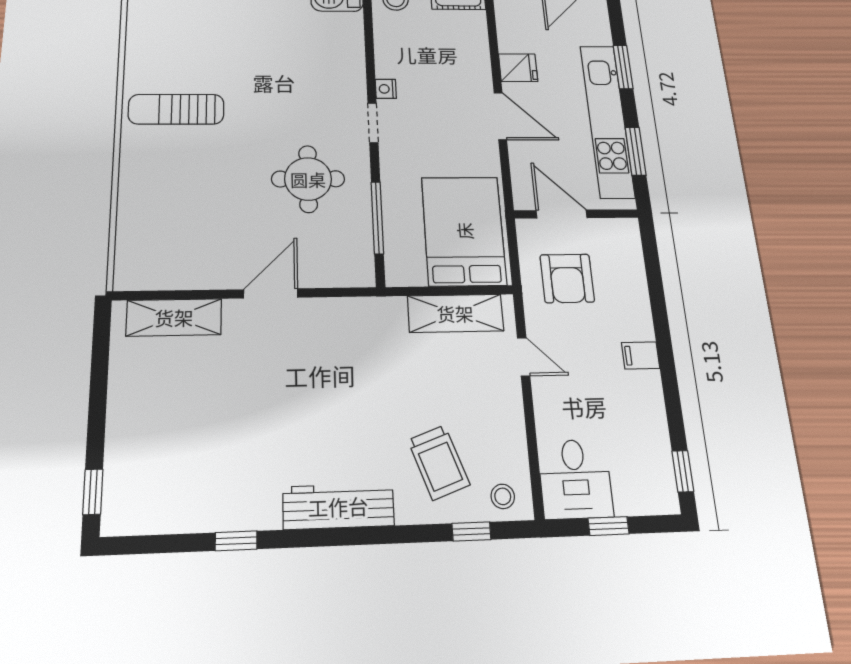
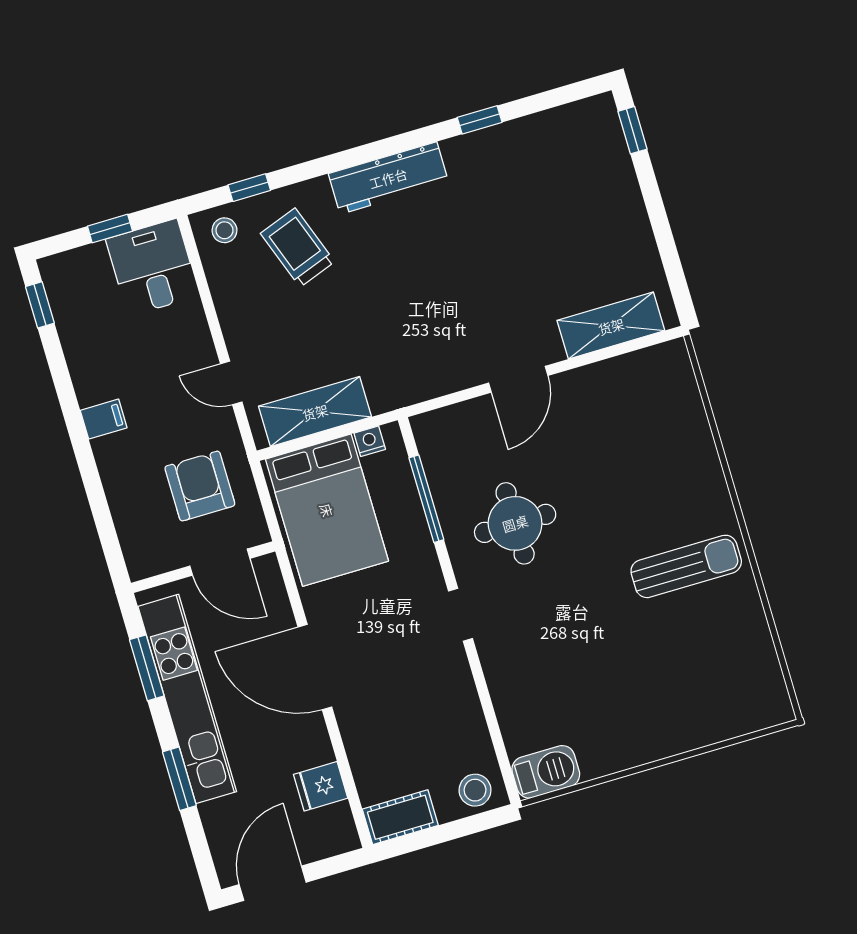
fridge: (518, 68) -> (321, 786), moved
nightstand: (386, 89) -> (370, 441), moved, turned -90
door: (500, 116) -> (315, 667), width x1.36

